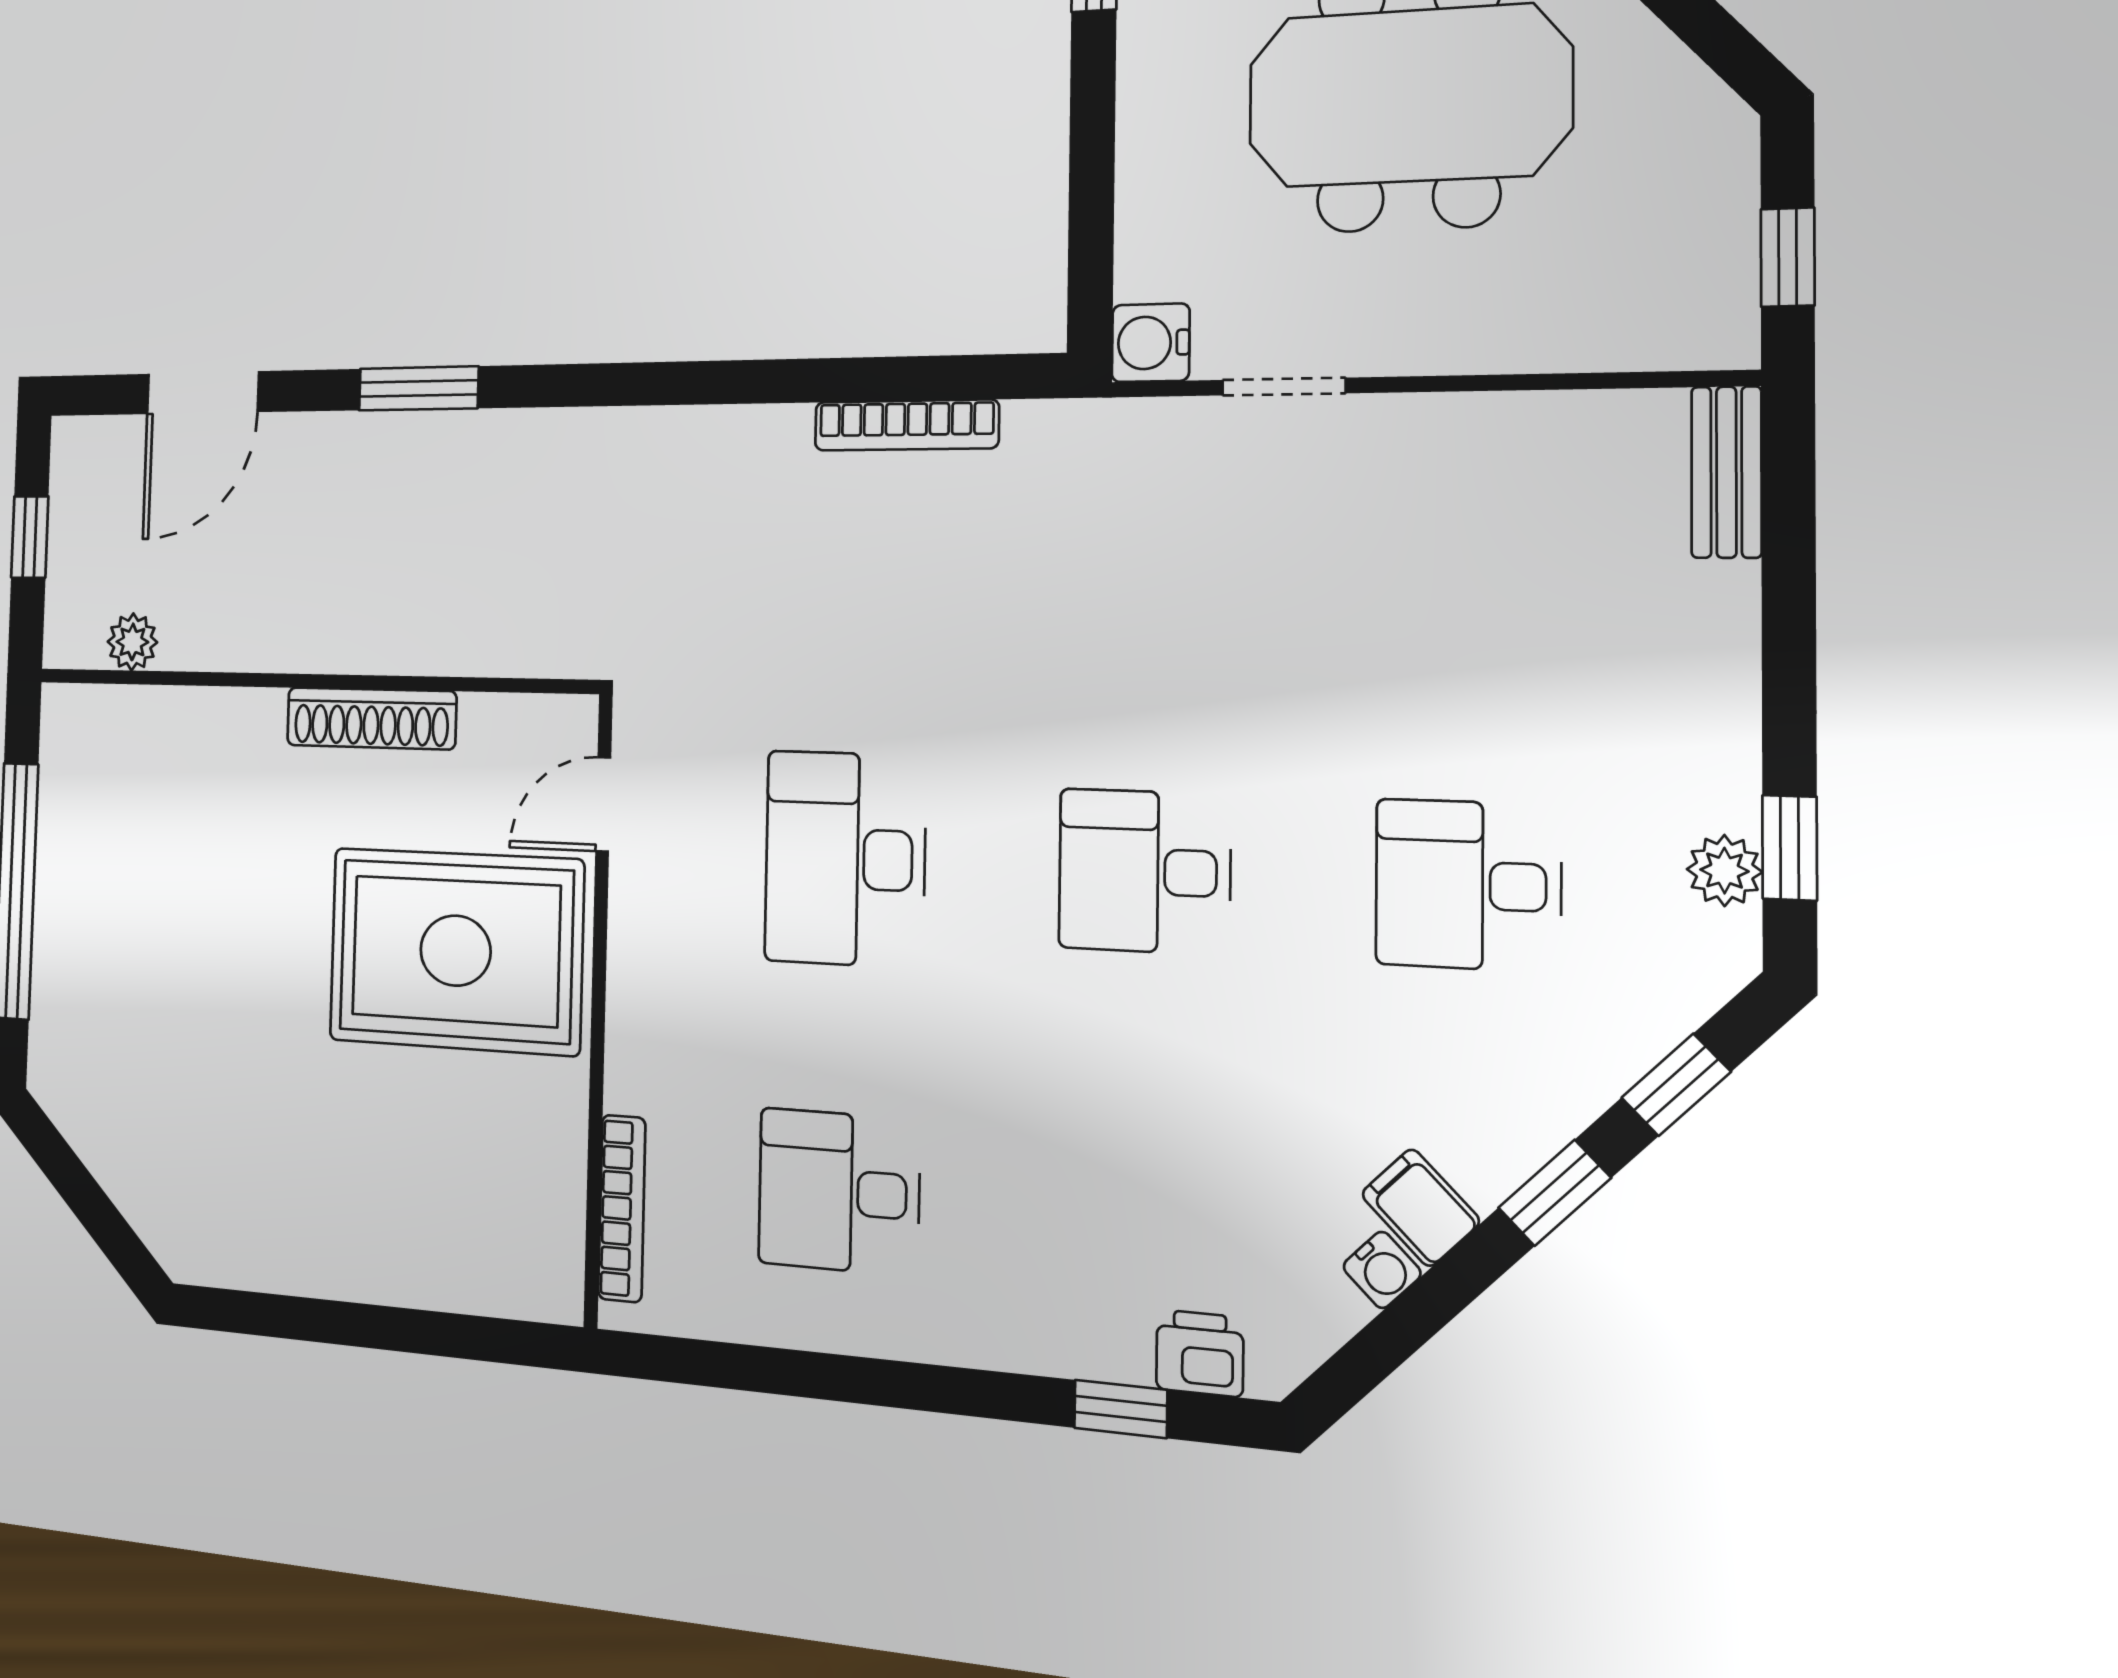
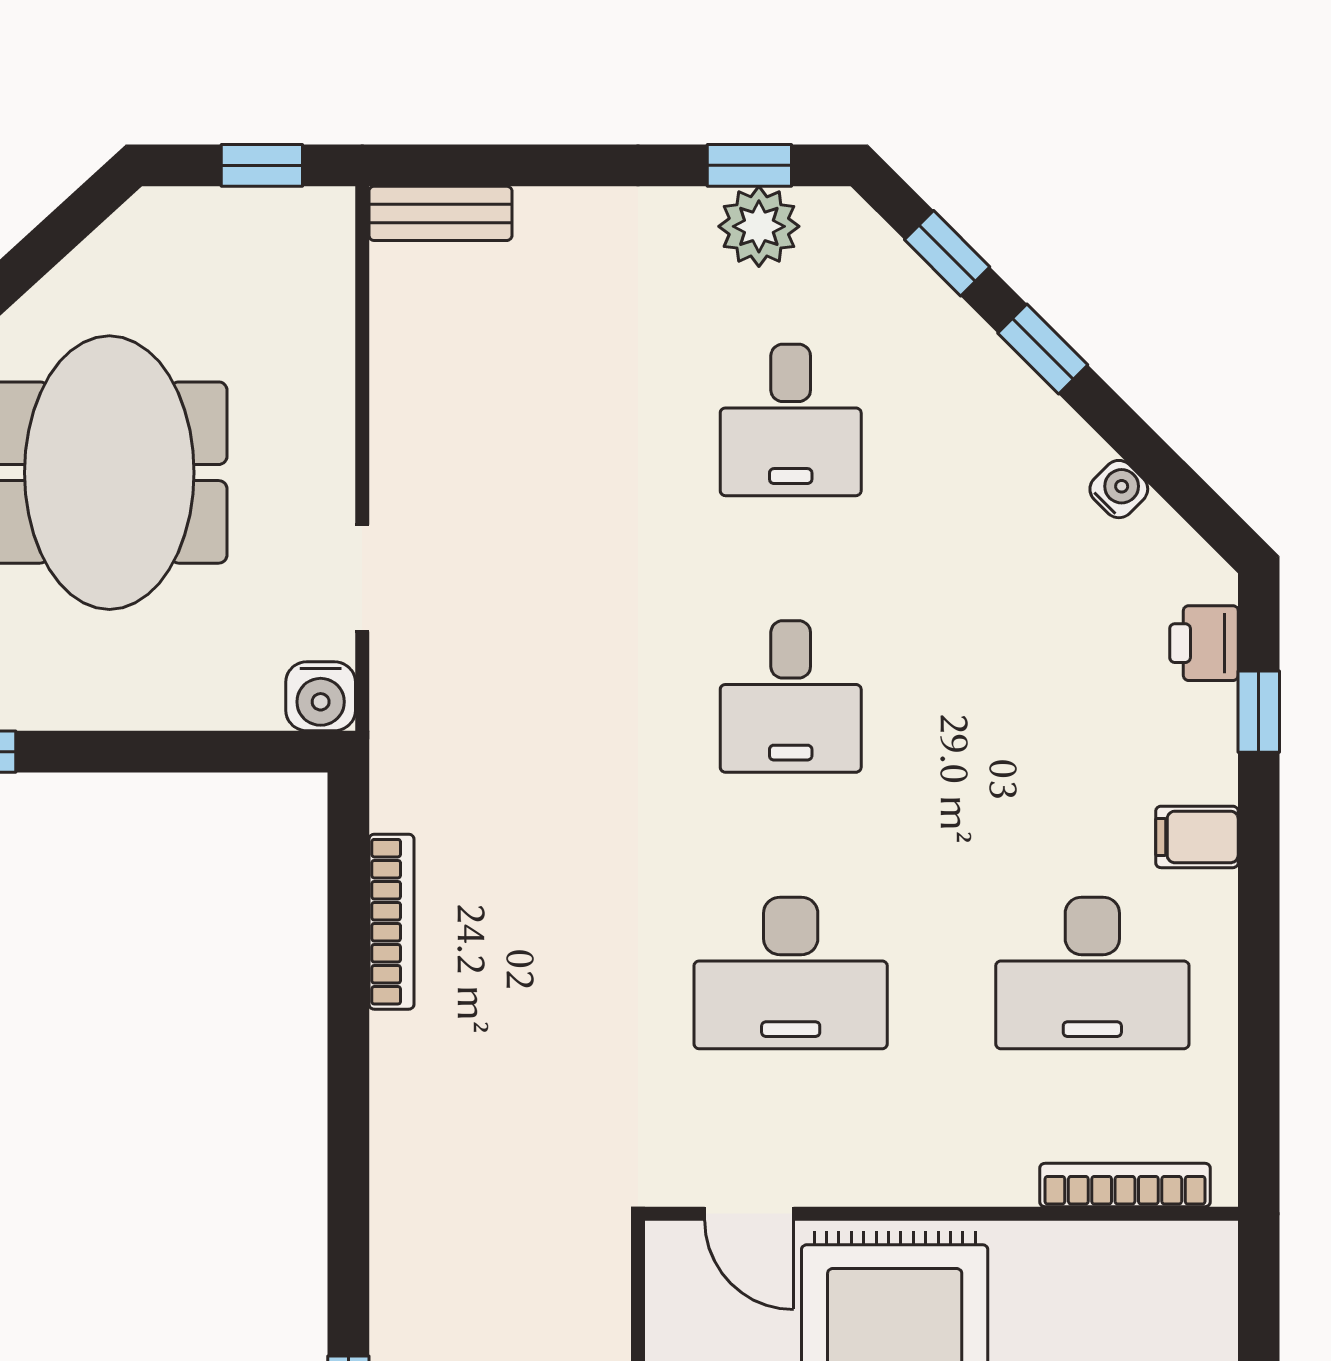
plant: (1725, 871) -> (759, 226), width x1.38, depth x1.38
desk: (839, 1192) -> (1092, 973), width x1.37
filing cabinet: (1421, 1208) -> (1197, 837), moved, turned 45

